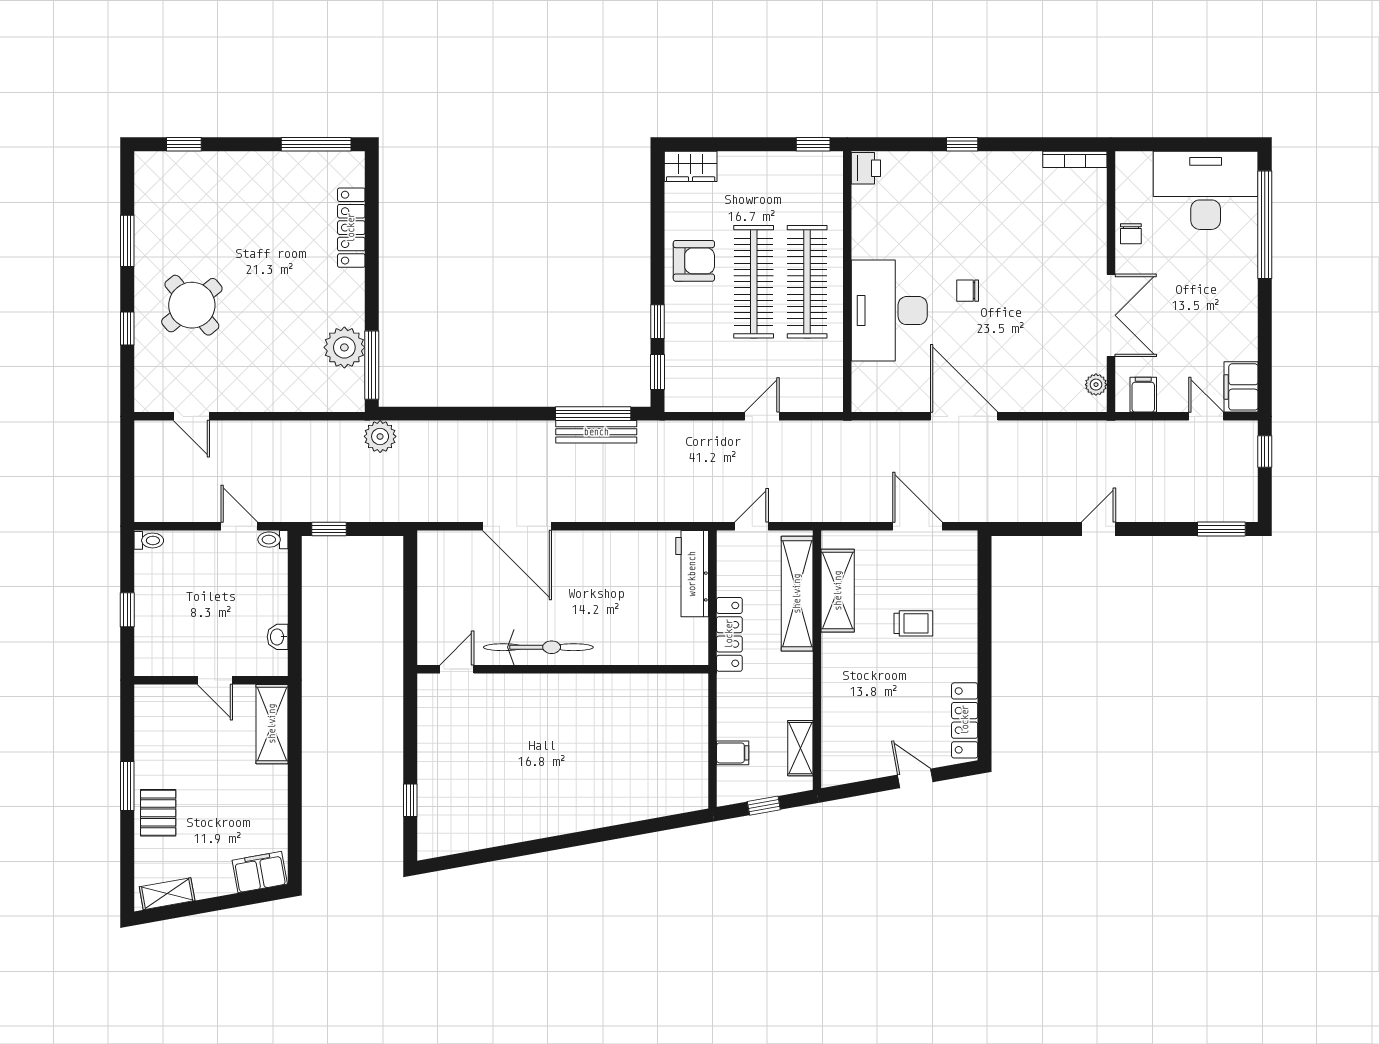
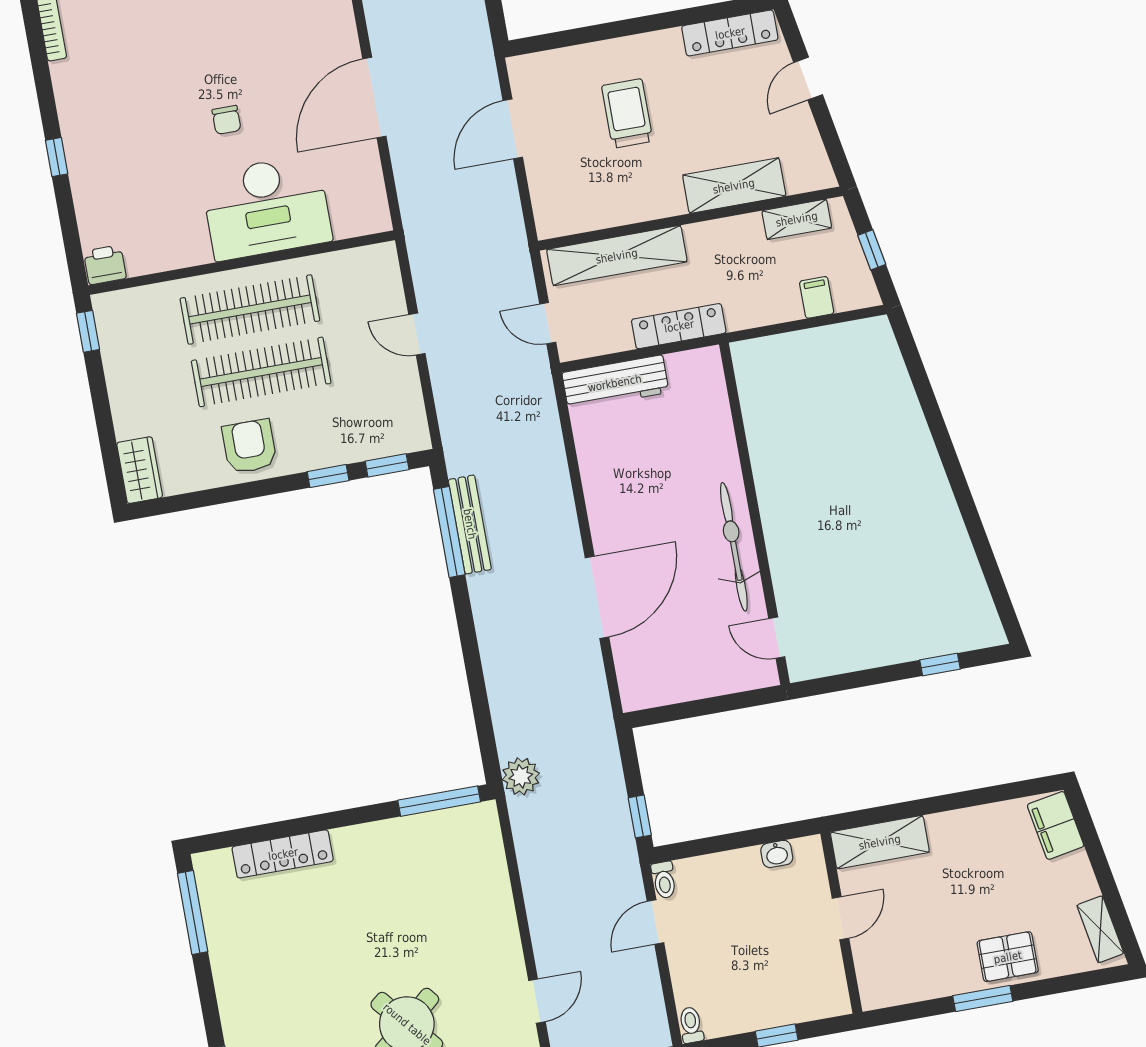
plant: (344, 347) -> (424, 837), removed
shelving: (838, 591) -> (734, 186), moved
trolley: (913, 623) -> (627, 113), width x1.36, depth x1.39

